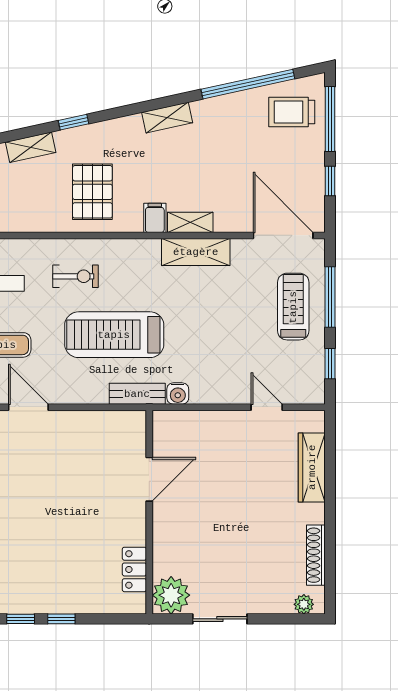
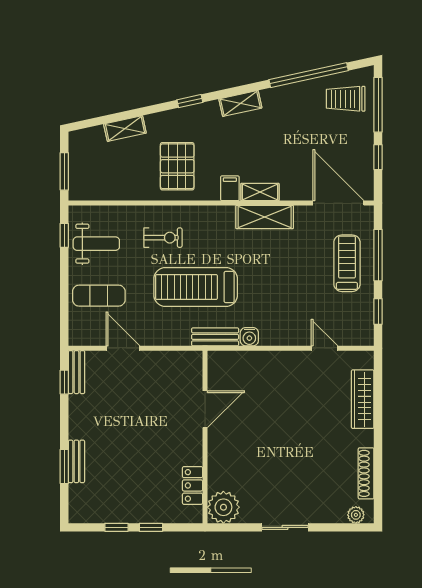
window: (73, 122) -> (190, 101), moved
door: (149, 479) -> (205, 409), moved
wall: (149, 512) -> (205, 437), moved
locker: (134, 569) -> (193, 485), moved
plant: (171, 595) -> (223, 507), moved

